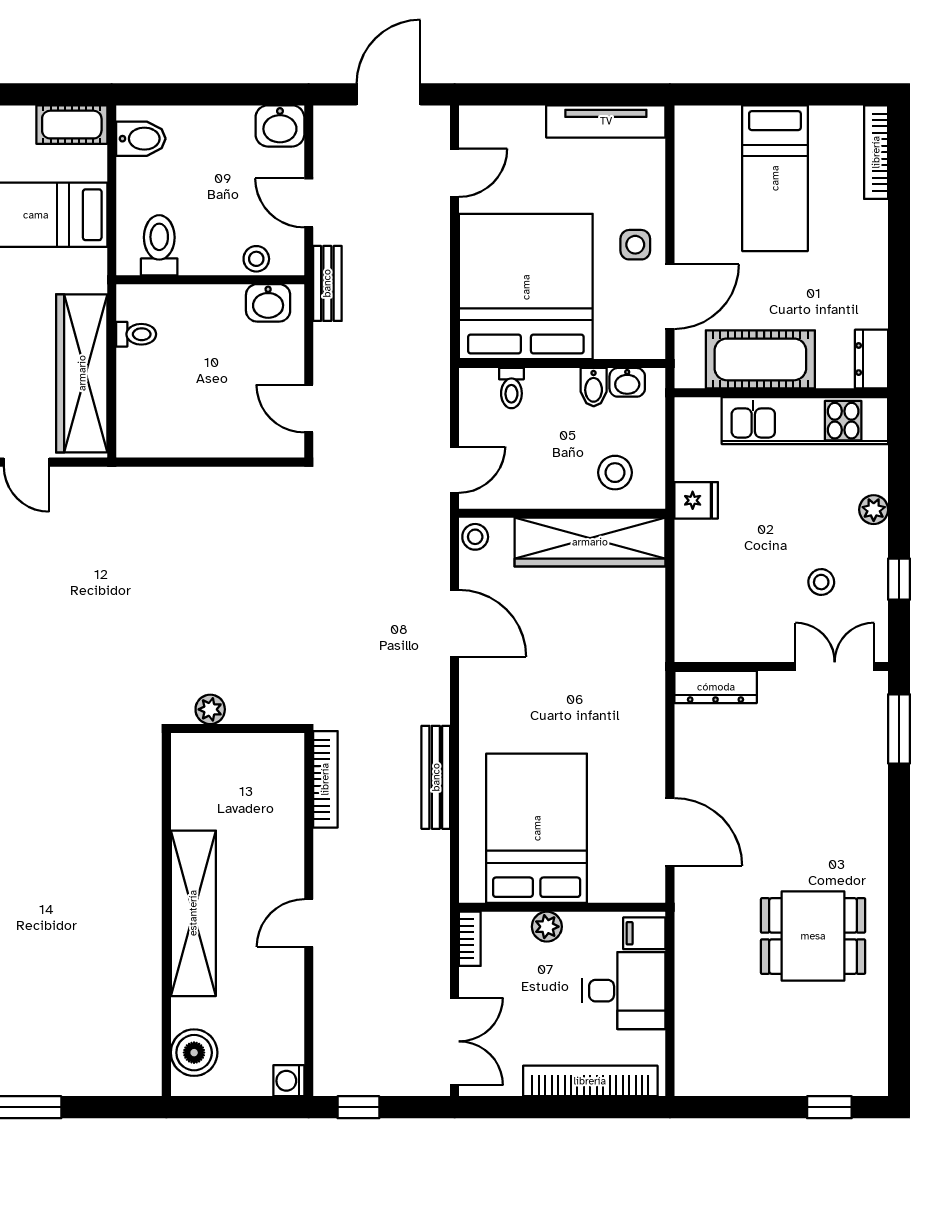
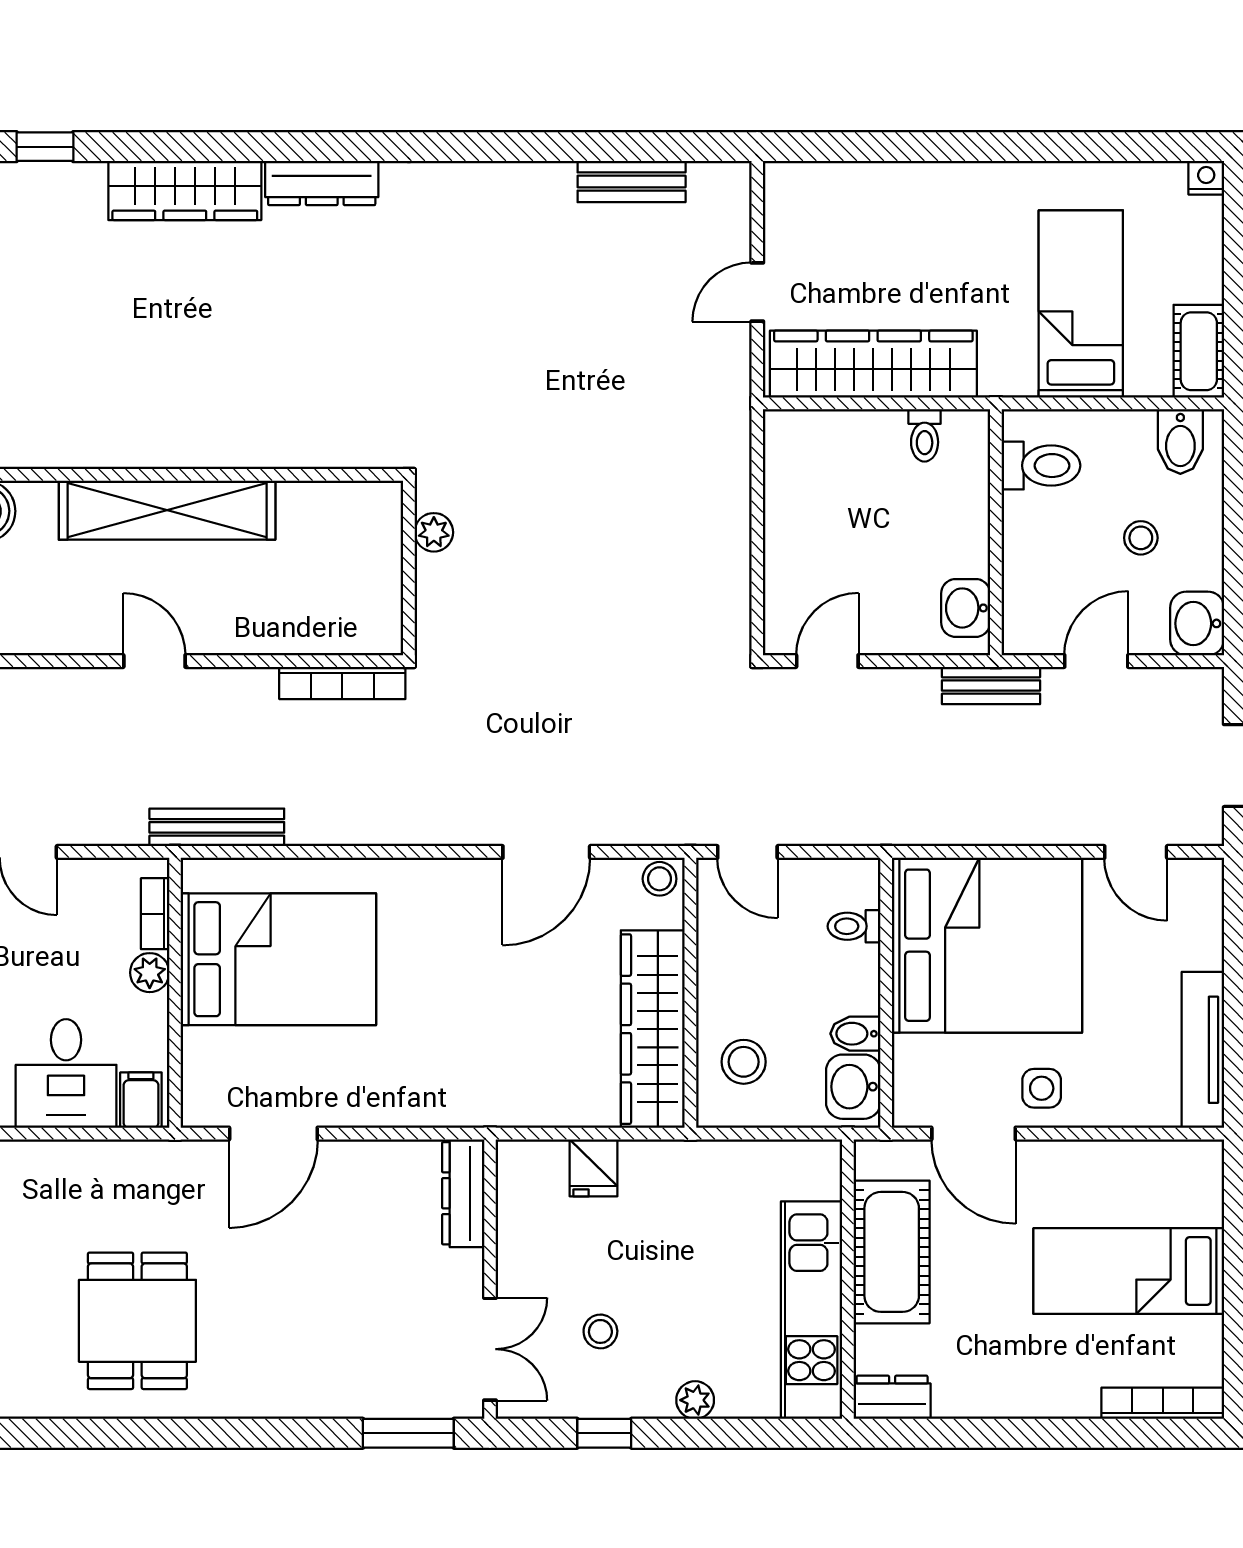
stool: (256, 259) -> (1141, 538), moved
washbasin: (627, 382) -> (853, 1087), width x1.38, depth x1.45
fridge: (696, 500) -> (593, 1168), moved
bench: (436, 777) -> (217, 827), moved
bookcase: (470, 939) -> (155, 914), moved, turned 90

